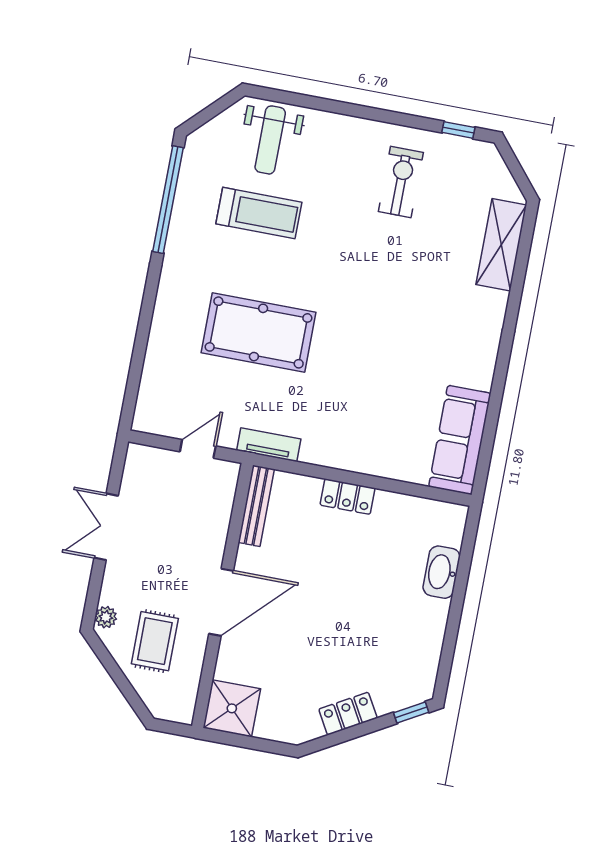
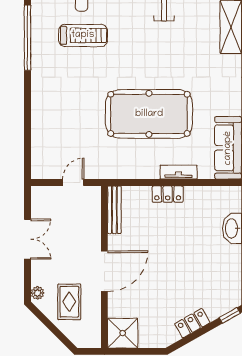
pool table: (259, 332) -> (149, 114), moved, width x1.36, depth x1.32
tv unit: (269, 445) -> (179, 172), moved
double door: (106, 527) -> (27, 239), swing flipped

